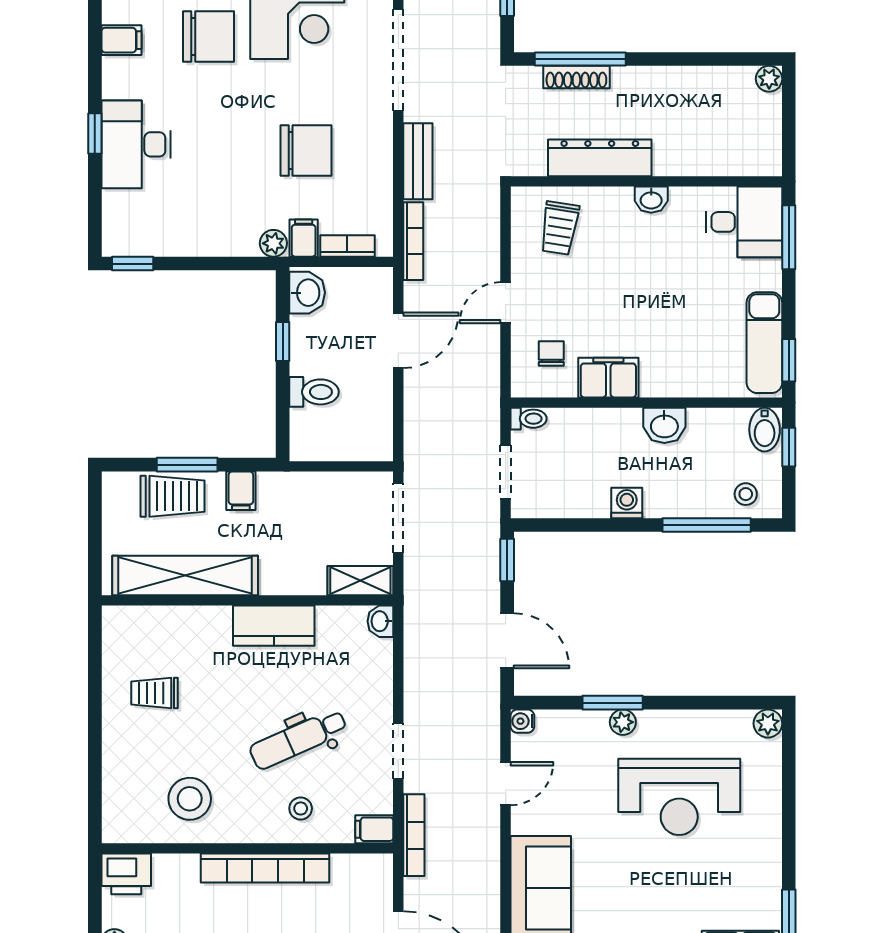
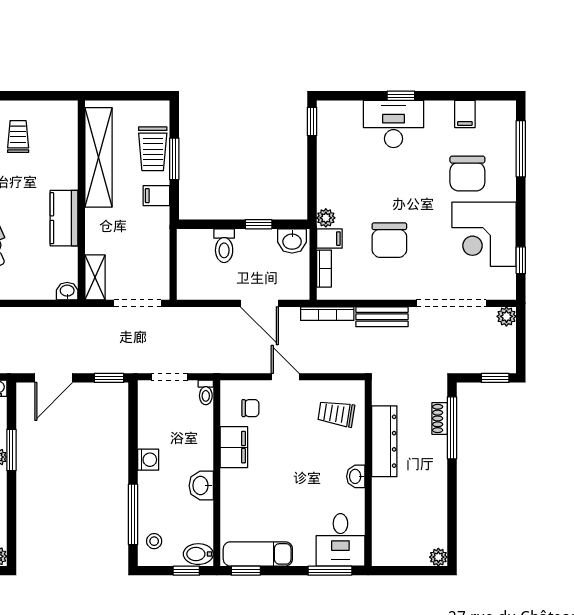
shoe rack: (576, 77) -> (440, 418), width x0.70

